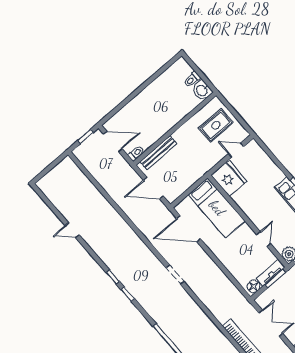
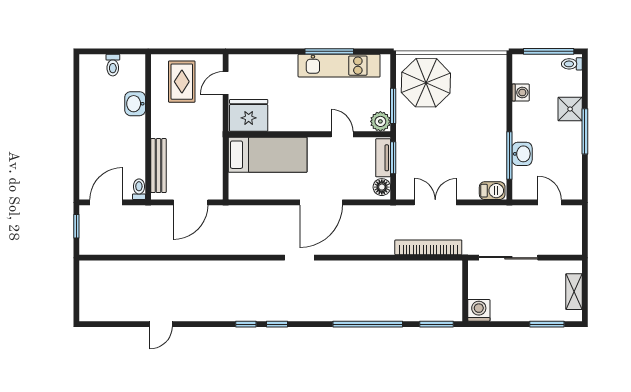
washbasin: (202, 90) -> (135, 104), moved, turned 90
door: (189, 229) -> (321, 202), moved

